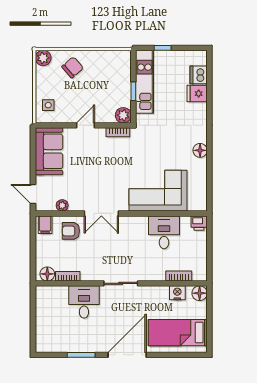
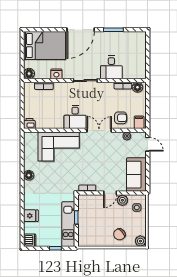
dishwasher: (199, 75) -> (30, 240), moved
plant: (123, 115) -> (122, 200), moved
desk: (164, 232) -> (75, 117), moved
nightstand: (177, 293) -> (56, 74), moved
bed: (178, 333) -> (45, 46), width x1.50

